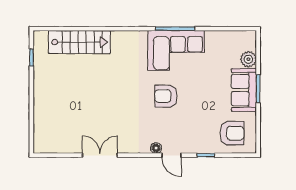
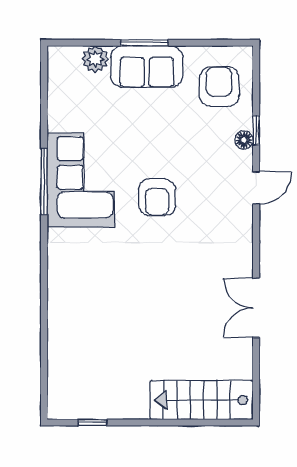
stairs: (79, 42) -> (202, 400), moved, turned -90
floor lamp: (156, 148) -> (244, 140), moved

